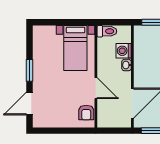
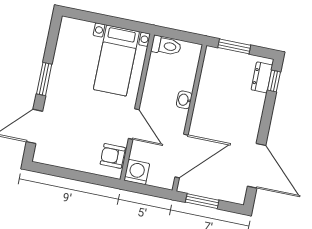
washing machine: (124, 51) -> (137, 172), moved, turned 90
armchair: (86, 113) -> (113, 156), turned 90

